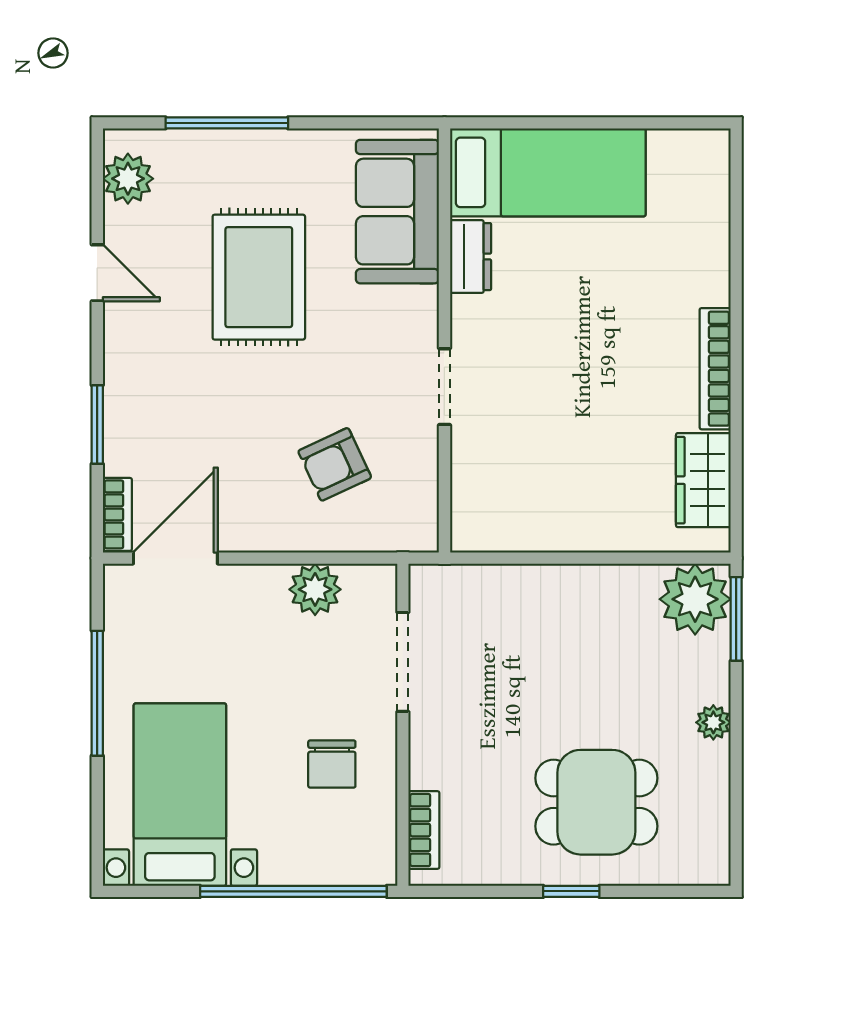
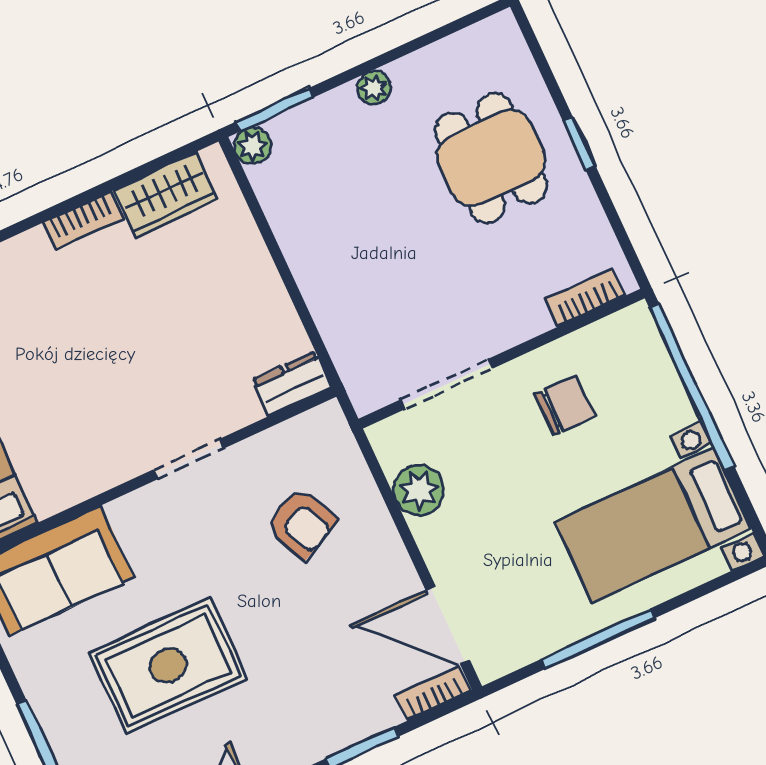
dresser: (471, 257) -> (292, 384), moved
bookcase: (715, 369) -> (83, 221), width x0.64
plant: (695, 599) -> (252, 146), width x0.53, depth x0.53

